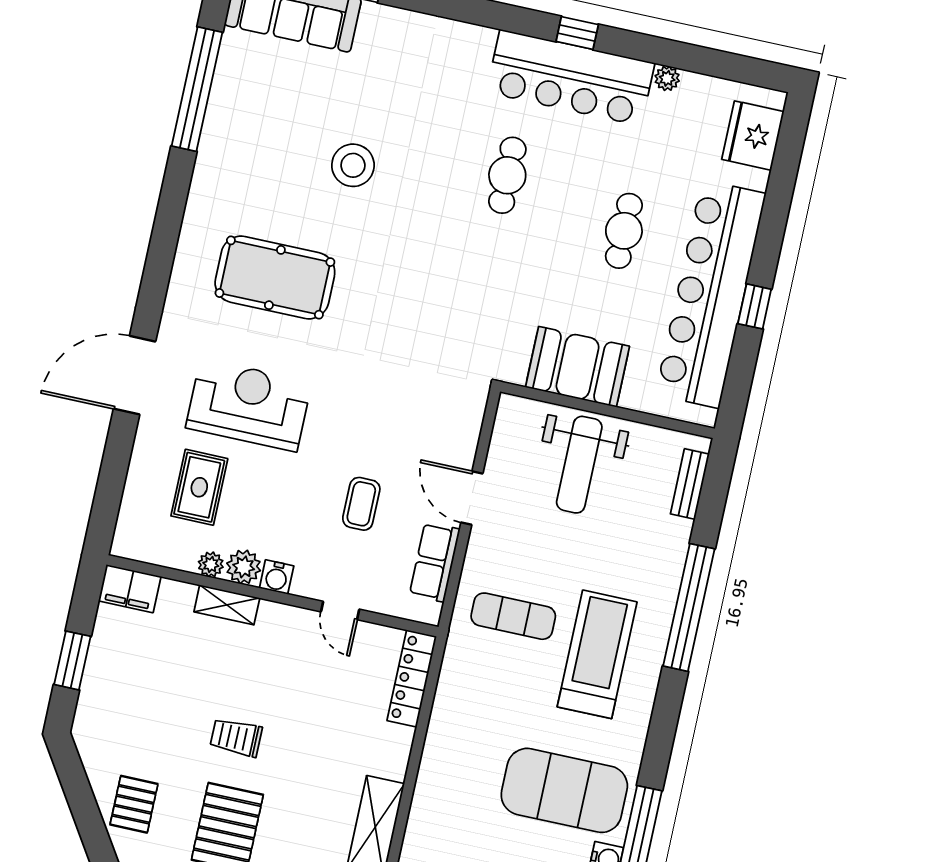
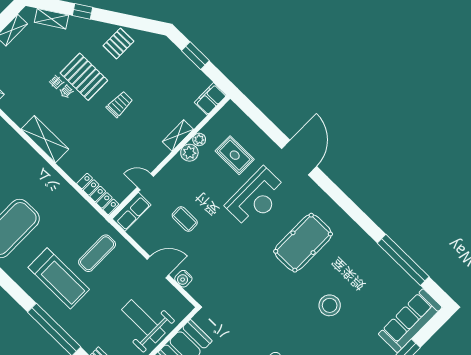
row of seats: (435, 562) -> (132, 212), moved, turned 90
water cooler: (277, 577) -> (183, 279), moved, turned -90
pallet: (134, 804) -> (118, 43), turned 90

